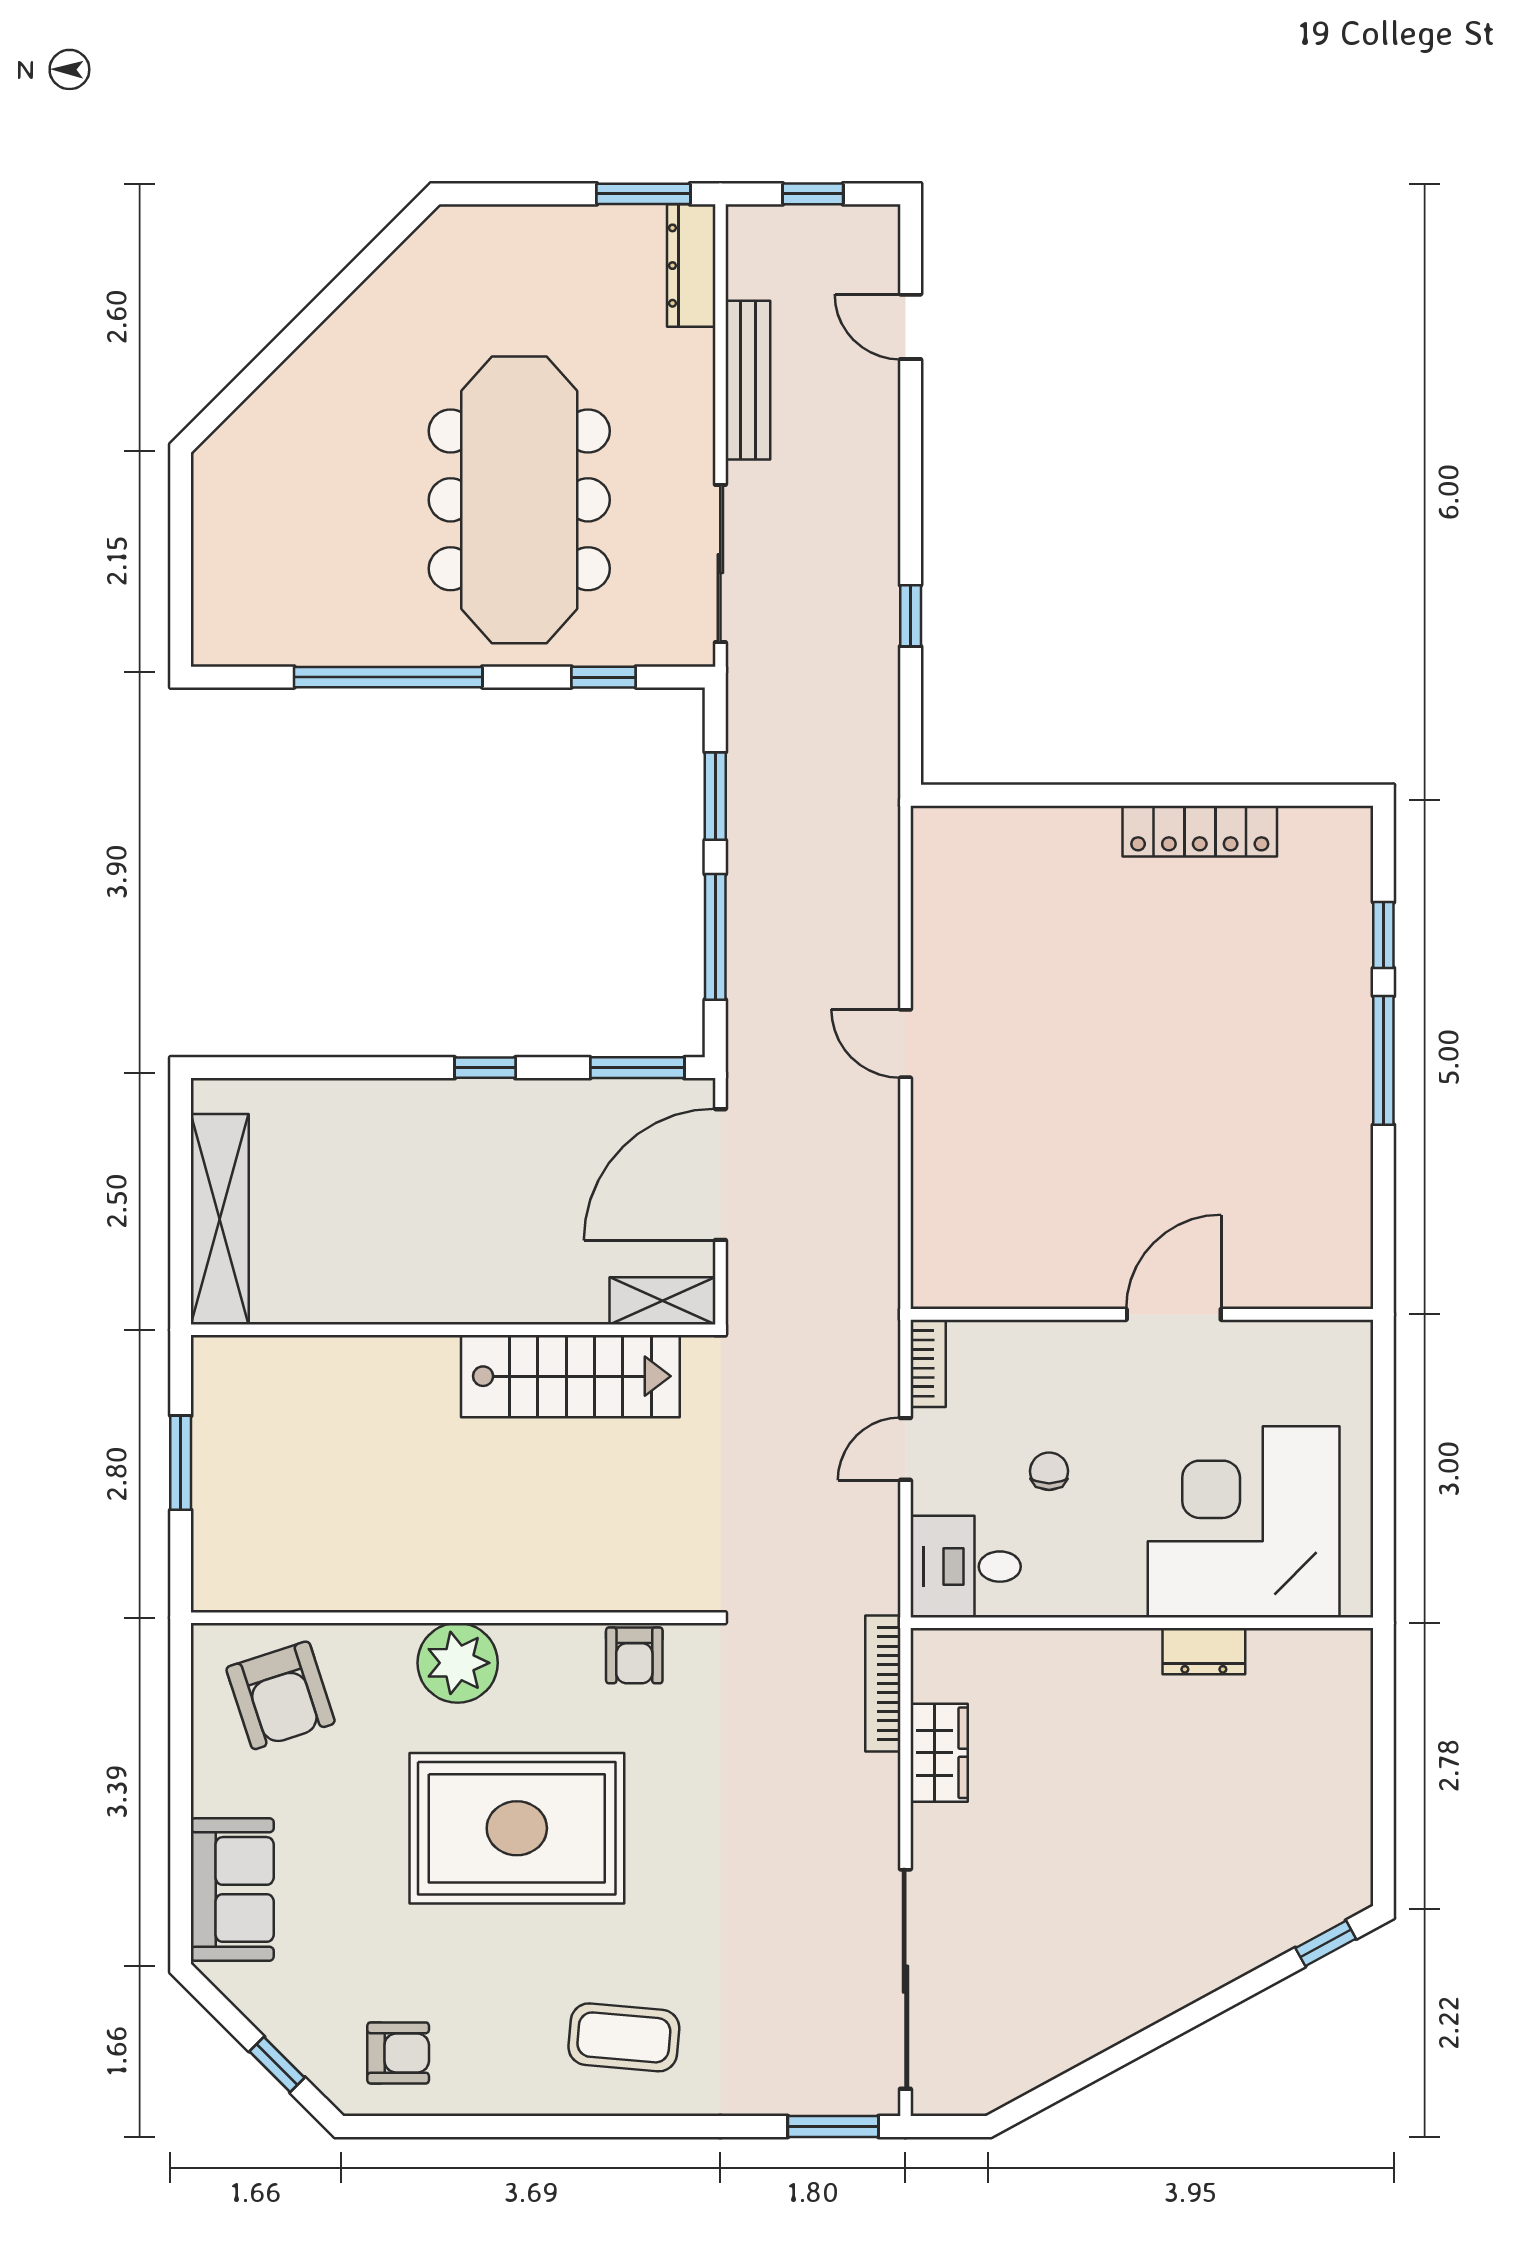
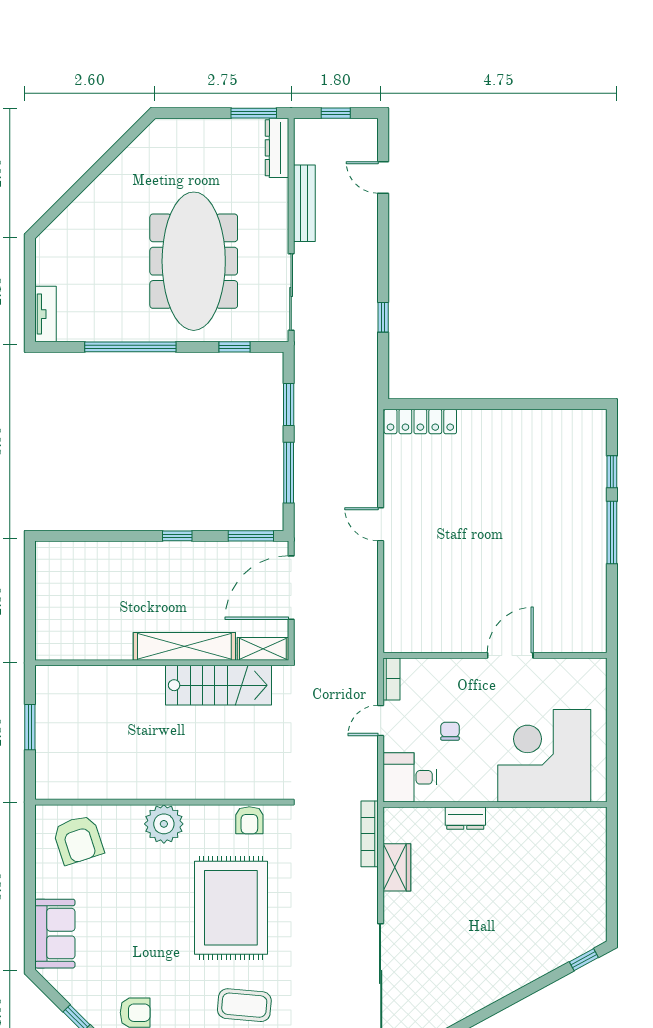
tv unit: (213, 609) -> (46, 314), added
locker: (1200, 831) -> (420, 421), moved
shelving: (220, 1219) -> (184, 646), moved, turned 90
dresser: (1204, 1651) -> (465, 818), moved
rug: (517, 1828) -> (231, 908), moved, turned 90

